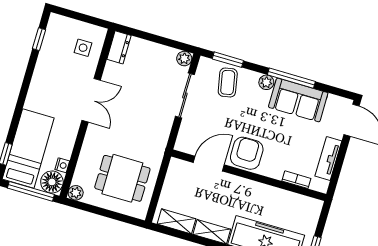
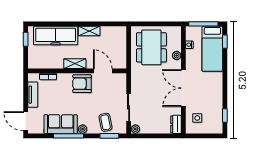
double door: (91, 100) -> (183, 88), width x1.37
armchair: (247, 153) -> (82, 84), turned 90
door: (209, 164) -> (103, 71), swing flipped
dining table: (122, 178) -> (151, 47), width x1.37
floor lamp: (52, 182) -> (193, 33), removed
plant: (76, 193) -> (177, 56), moved
shelving: (177, 221) -> (75, 64), moved

